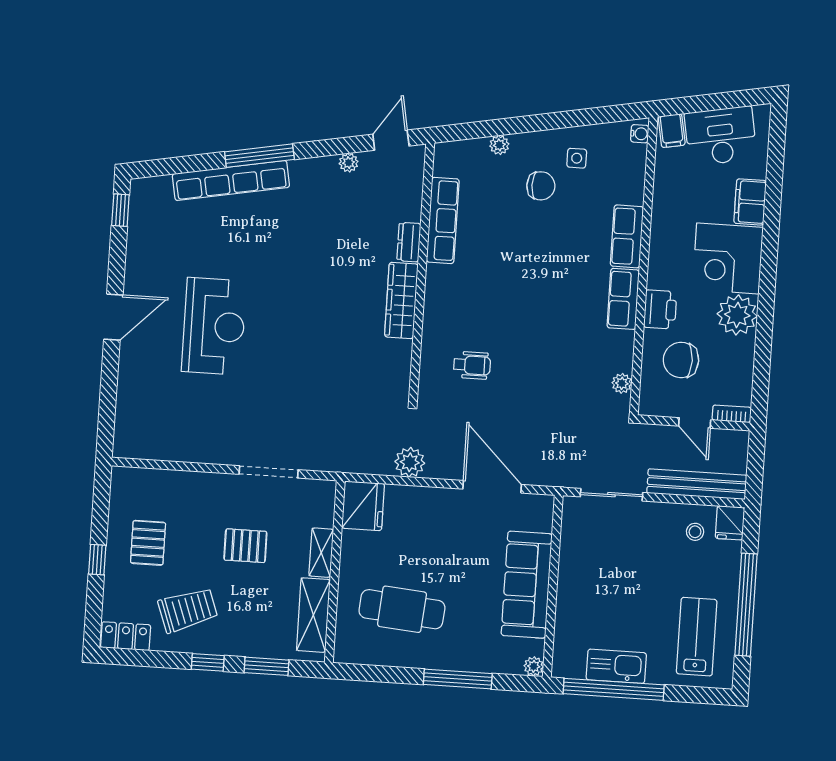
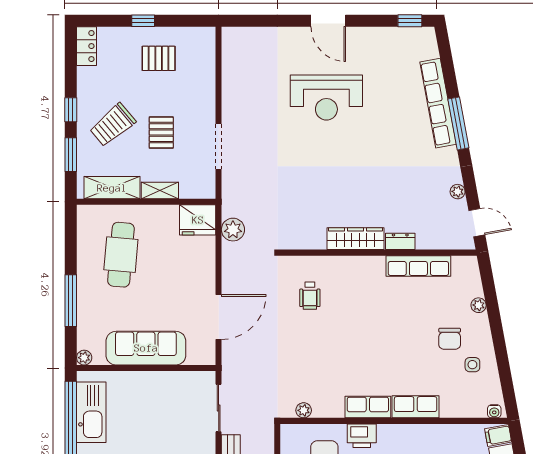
plant: (410, 462) -> (233, 230), moved
trolley: (188, 610) -> (113, 125), moved, turned 70
kitchen sink: (616, 666) -> (91, 412), width x1.36, depth x1.24

